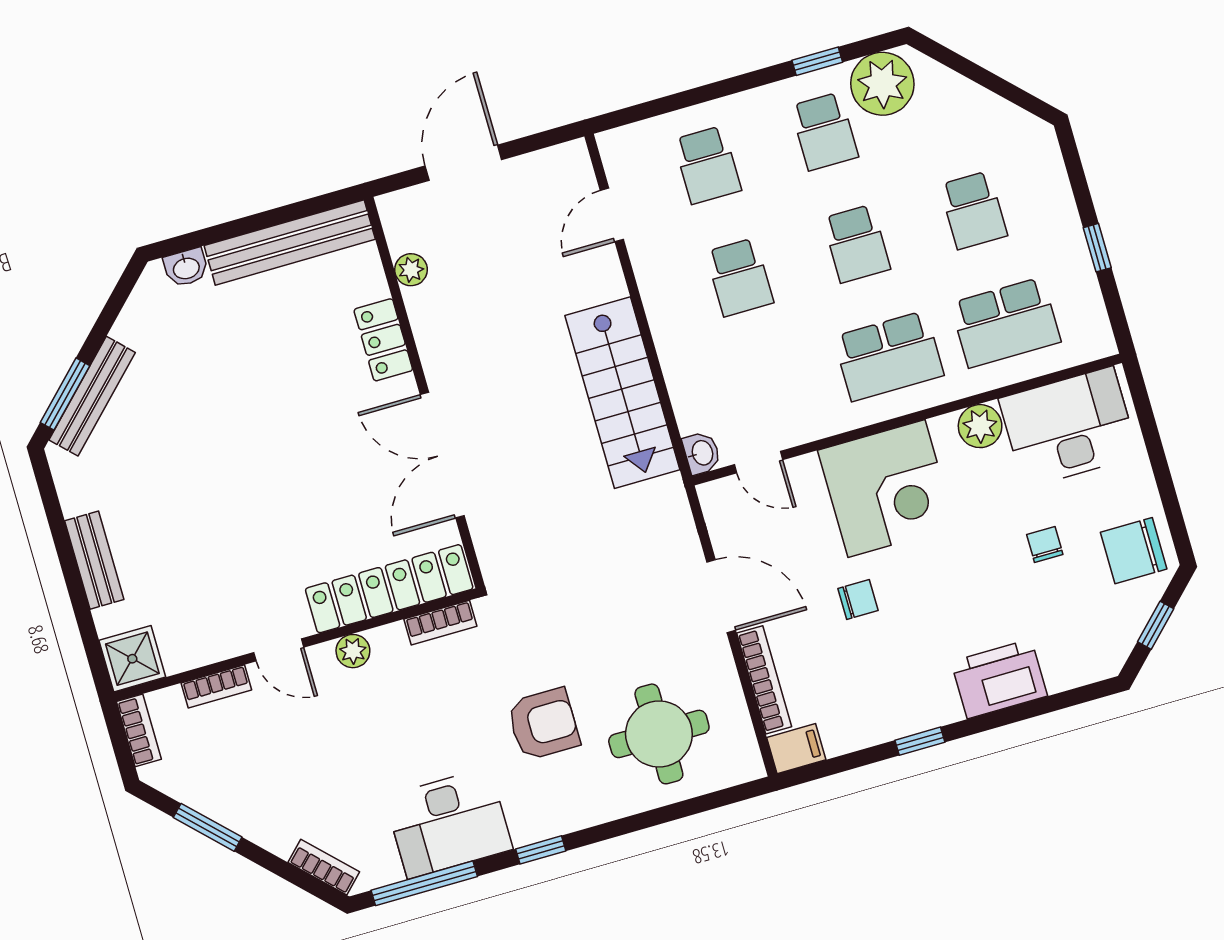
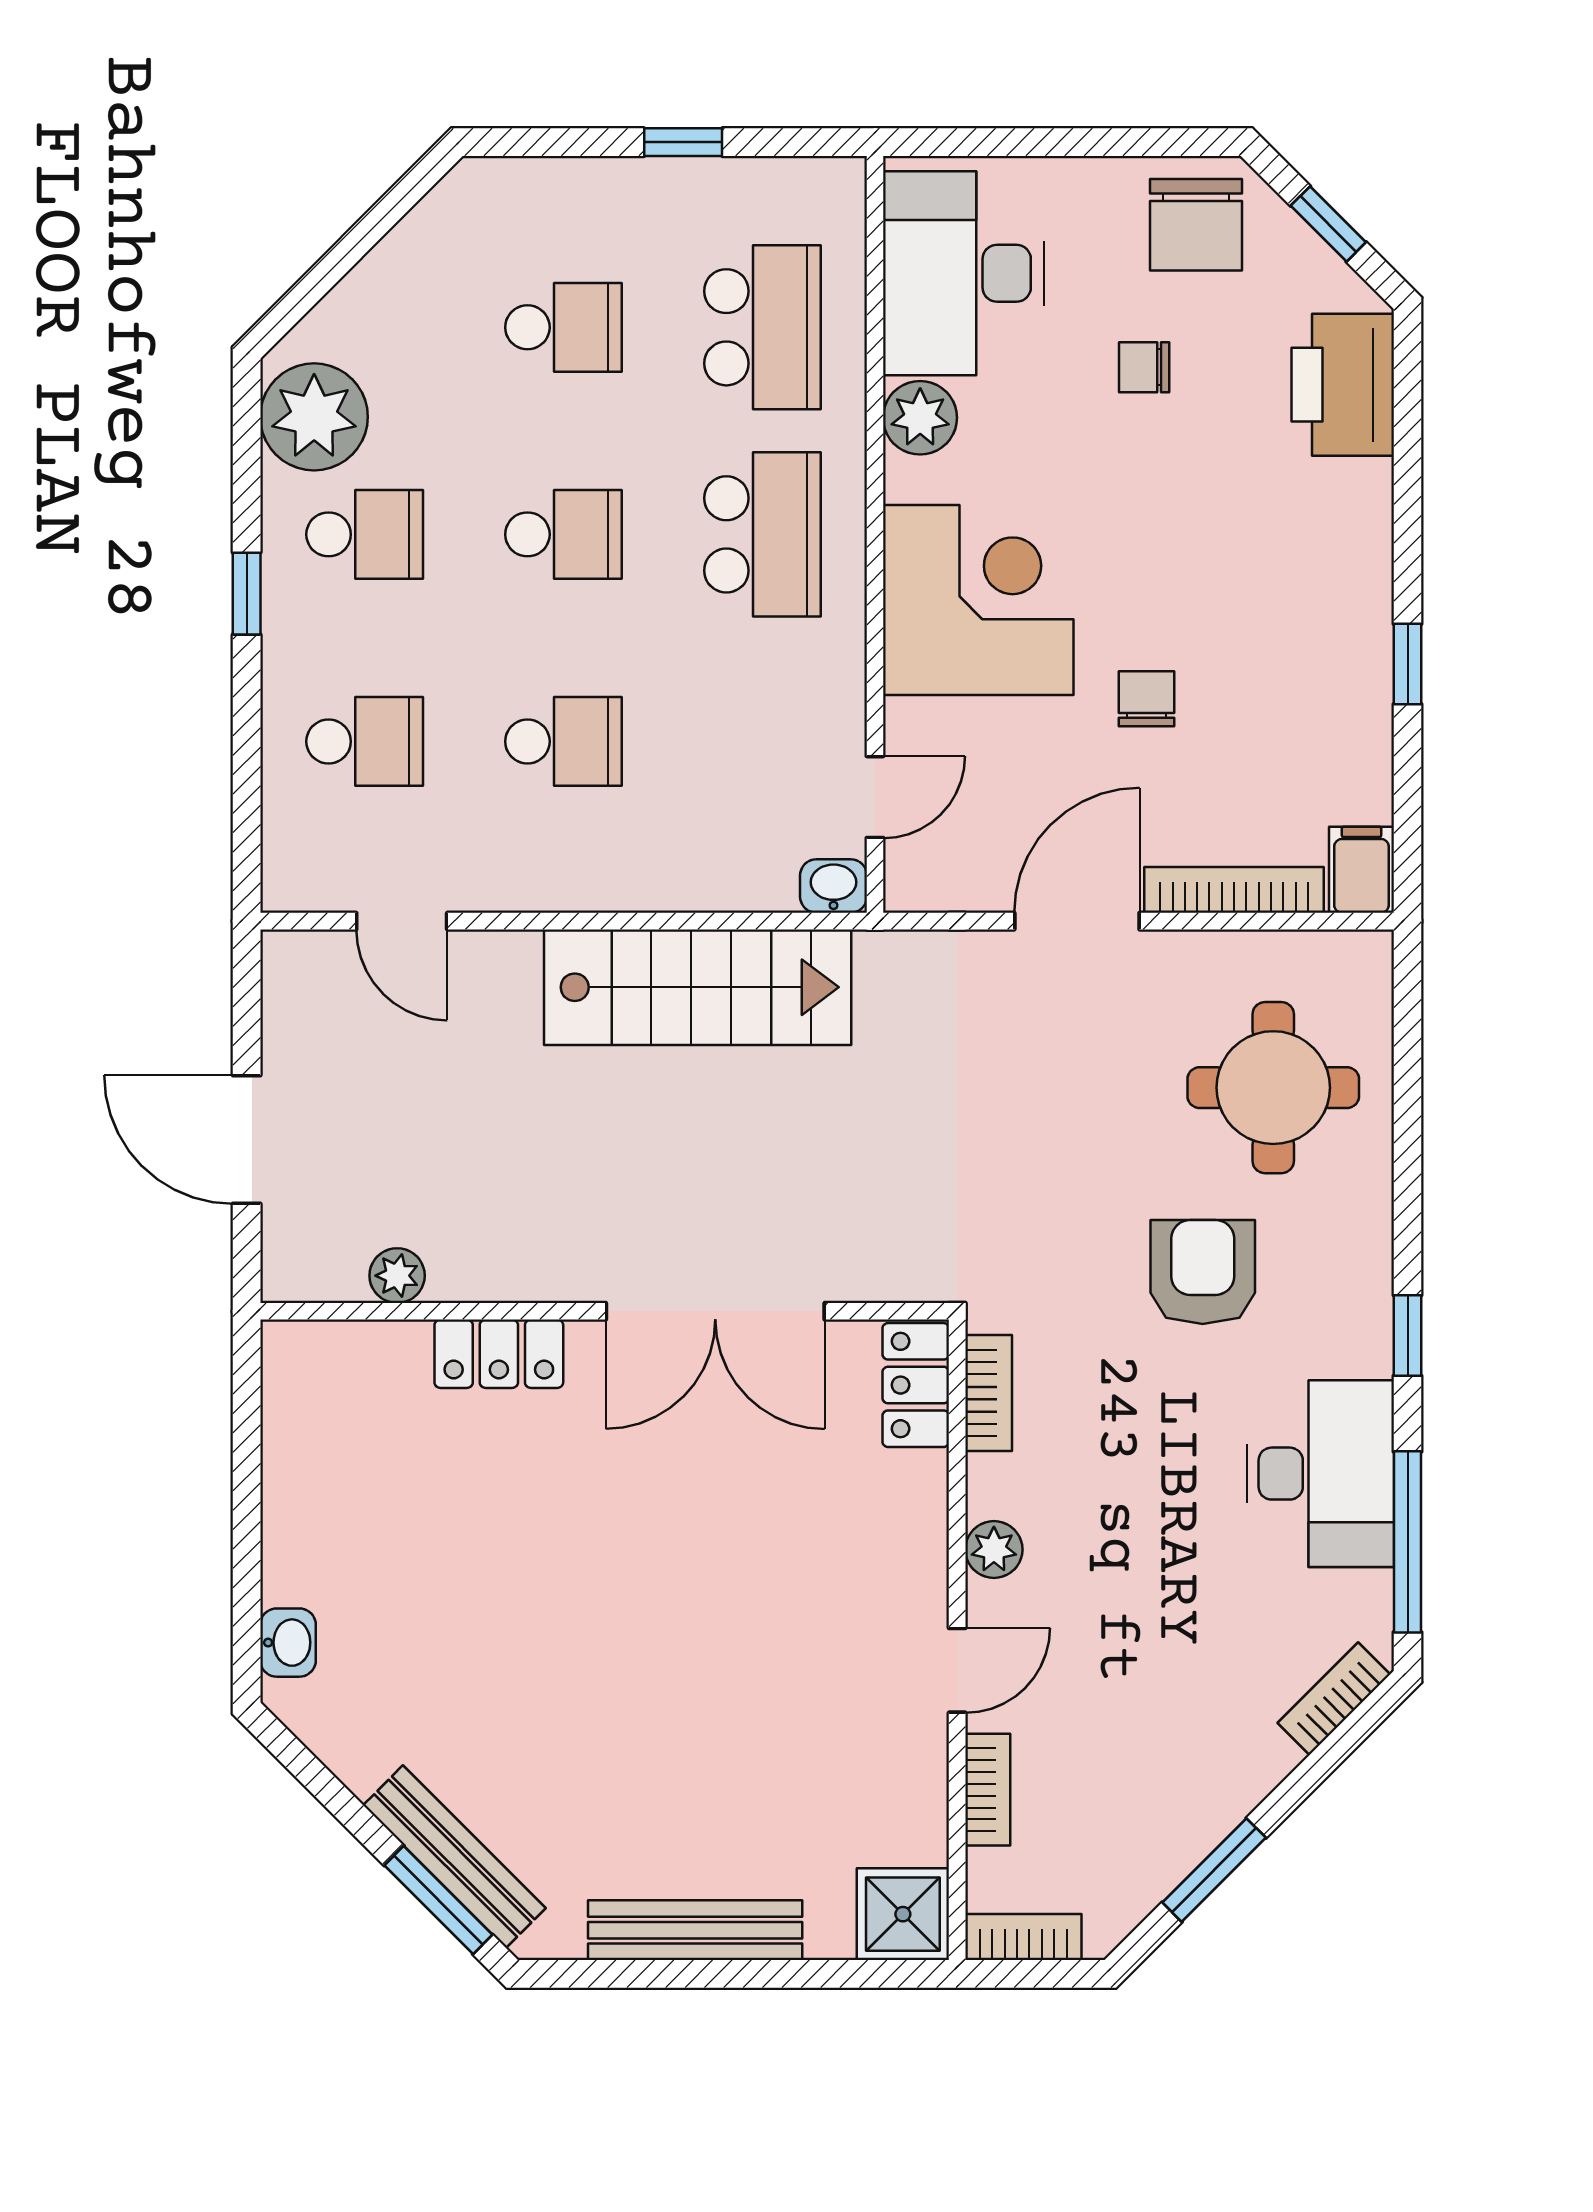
window: (817, 61) -> (247, 594), moved
bench: (290, 242) -> (296, 1461), removed
bench: (94, 560) -> (695, 1930), width x1.36
locker: (389, 589) -> (916, 1385), width x0.46, depth x0.83
printer: (999, 679) -> (1343, 385), moved

